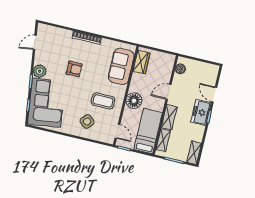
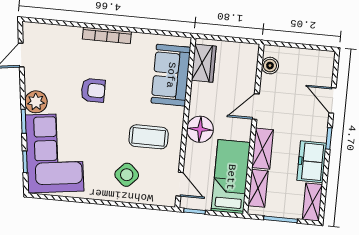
freezer: (201, 112) -> (312, 162), moved

